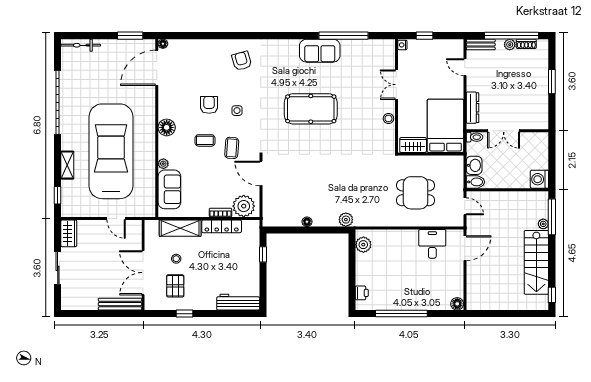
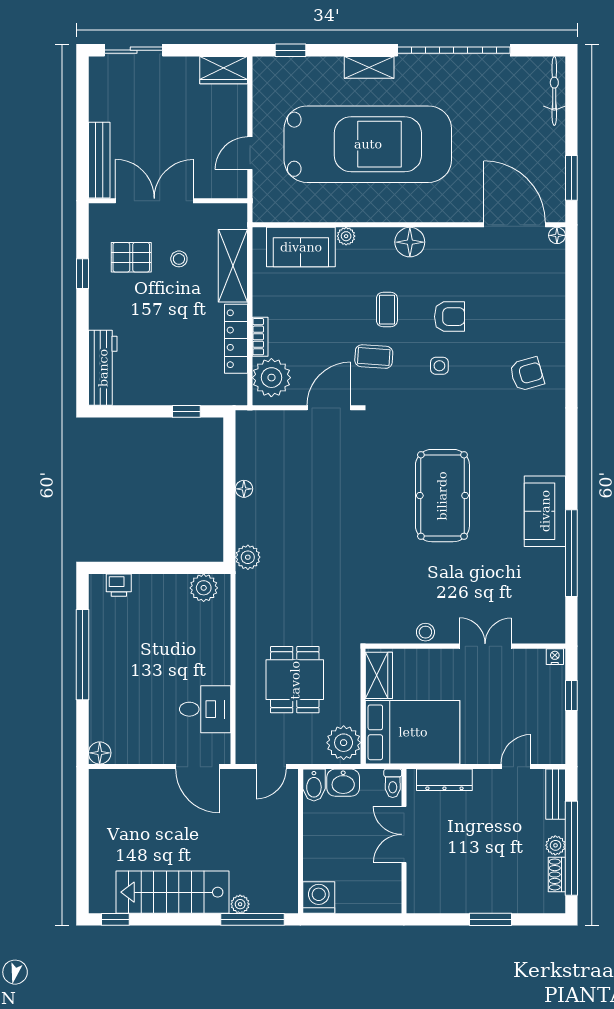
shelving: (67, 165) -> (369, 67), moved
plant: (451, 165) -> (344, 743), added
sliding door: (58, 268) -> (134, 50), moved

